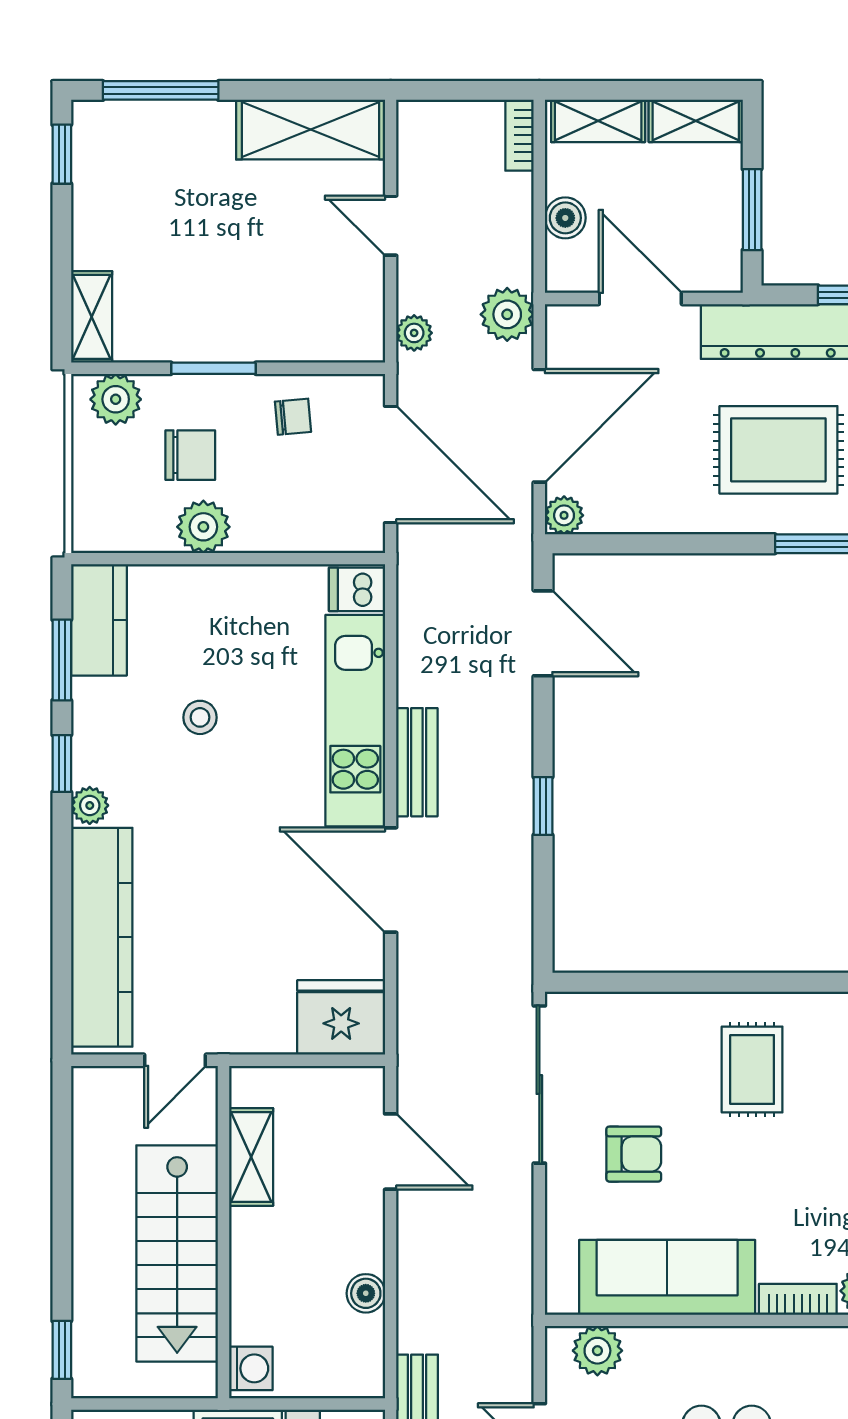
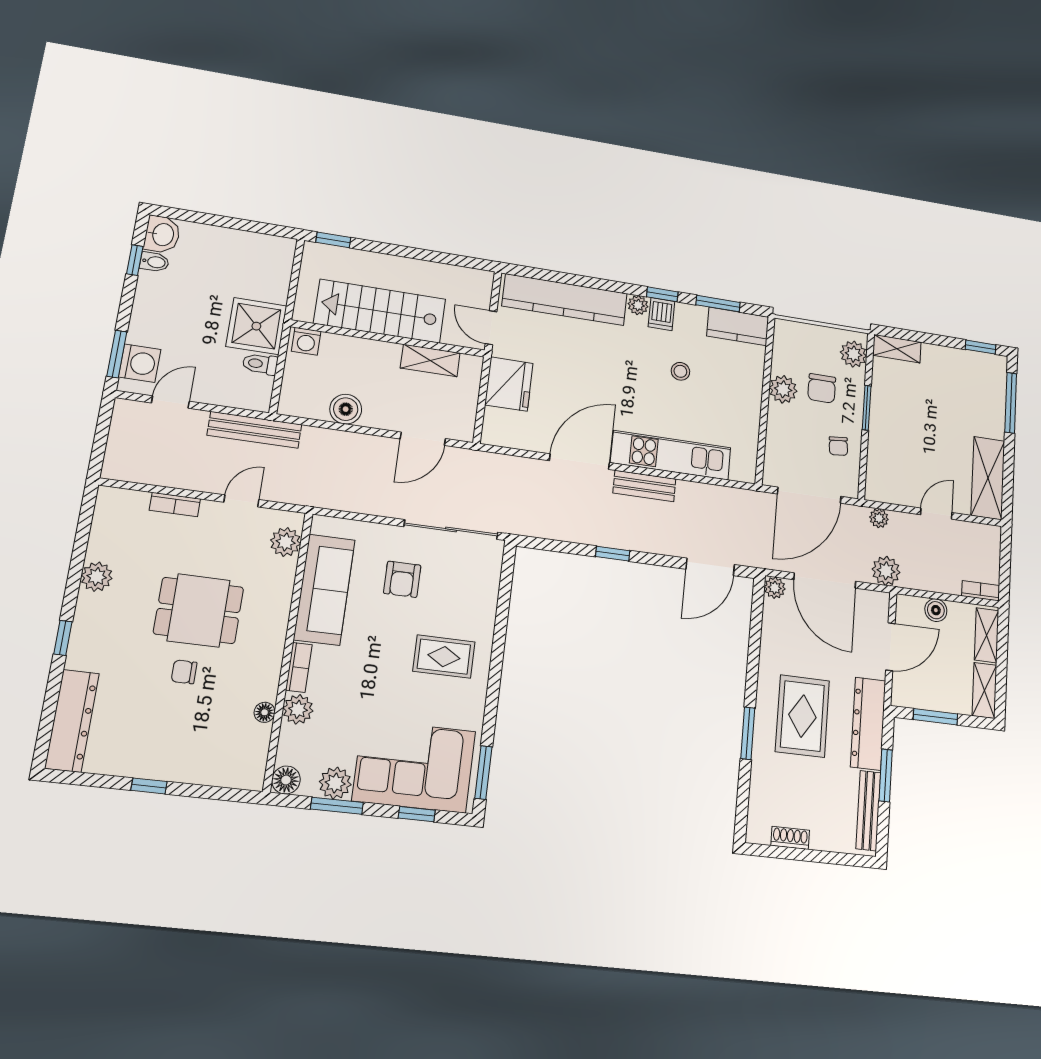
dishwasher: (357, 589) -> (662, 314), moved, turned 180
fridge: (341, 1017) -> (509, 384), moved
boiler: (366, 1293) -> (346, 409), width x1.36, depth x1.36

